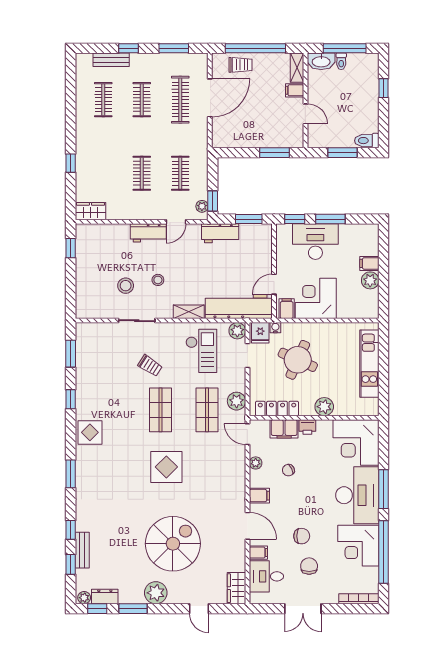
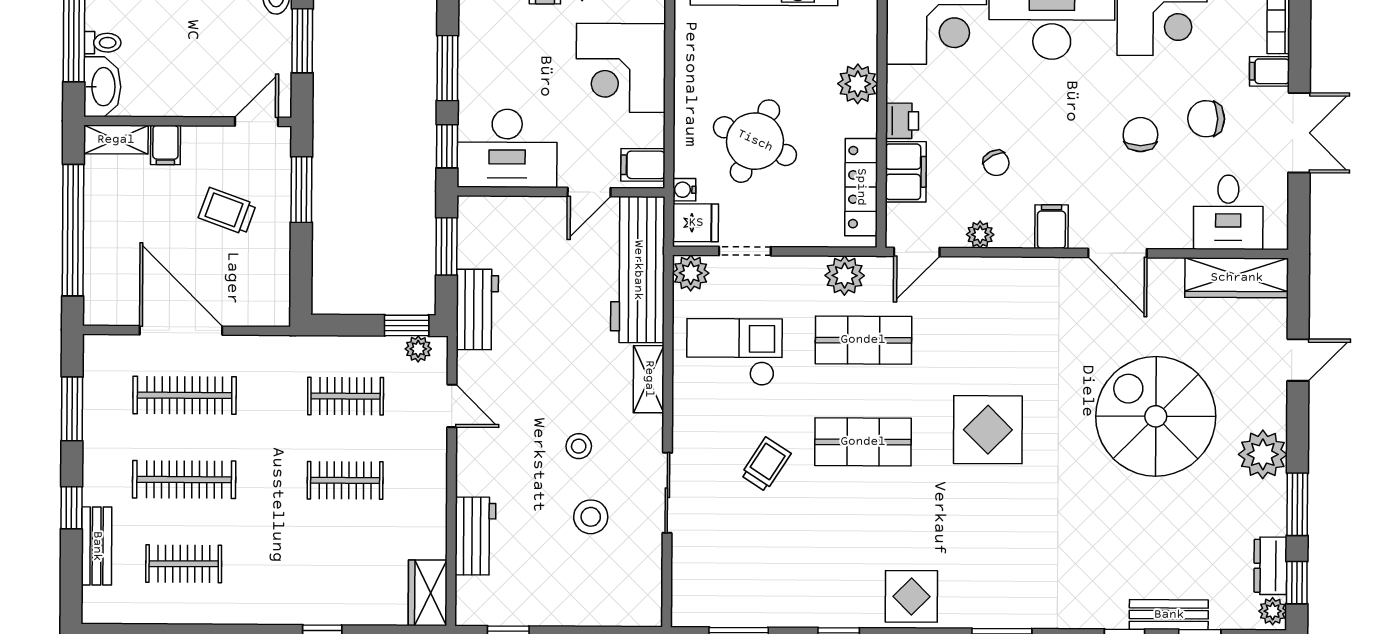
trolley: (241, 65) -> (227, 211), moved, turned -70
clothes rail: (142, 100) -> (184, 480), width x1.36
door: (305, 114) -> (256, 122), moved
workbench: (148, 233) -> (475, 536), moved
desk: (315, 242) -> (507, 148), moved, turned -90
door: (274, 284) -> (589, 192), hinge flipped
corner desk: (316, 298) -> (621, 68), moved
door: (247, 526) -> (1118, 253), swing flipped
filing cabinet: (258, 553) -> (1269, 71), moved, turned -90
wardrobe: (236, 588) -> (1237, 278), width x1.50

